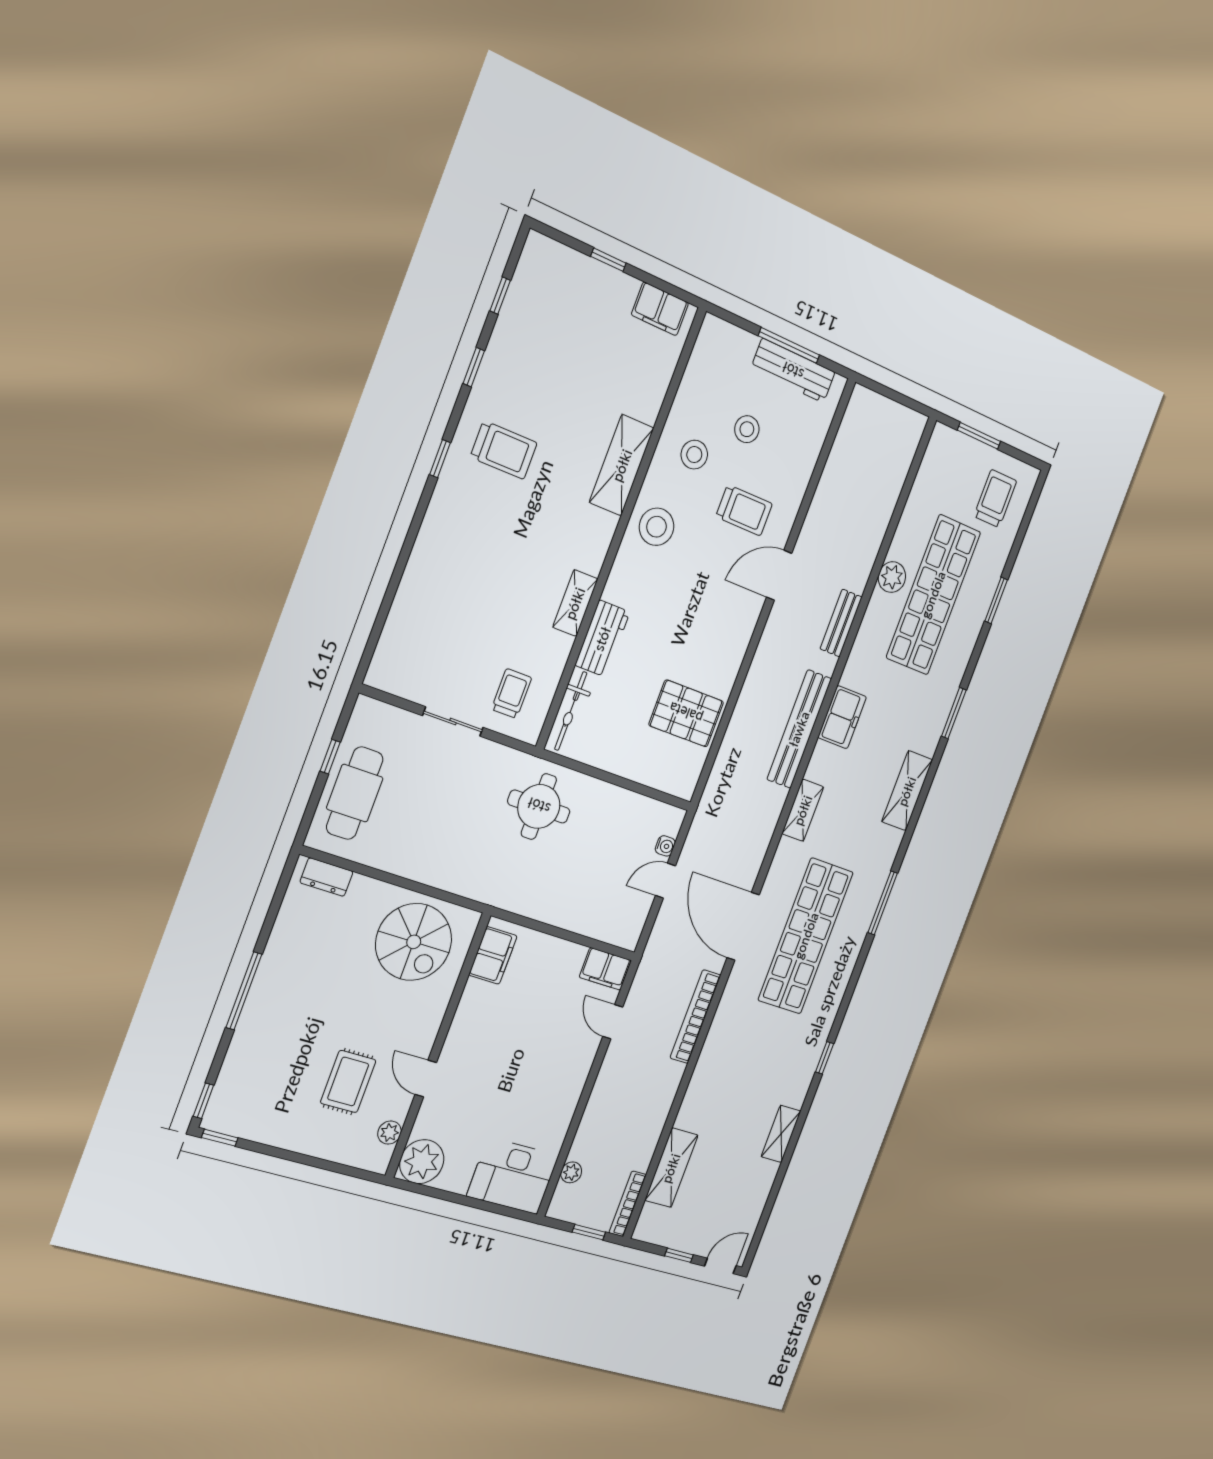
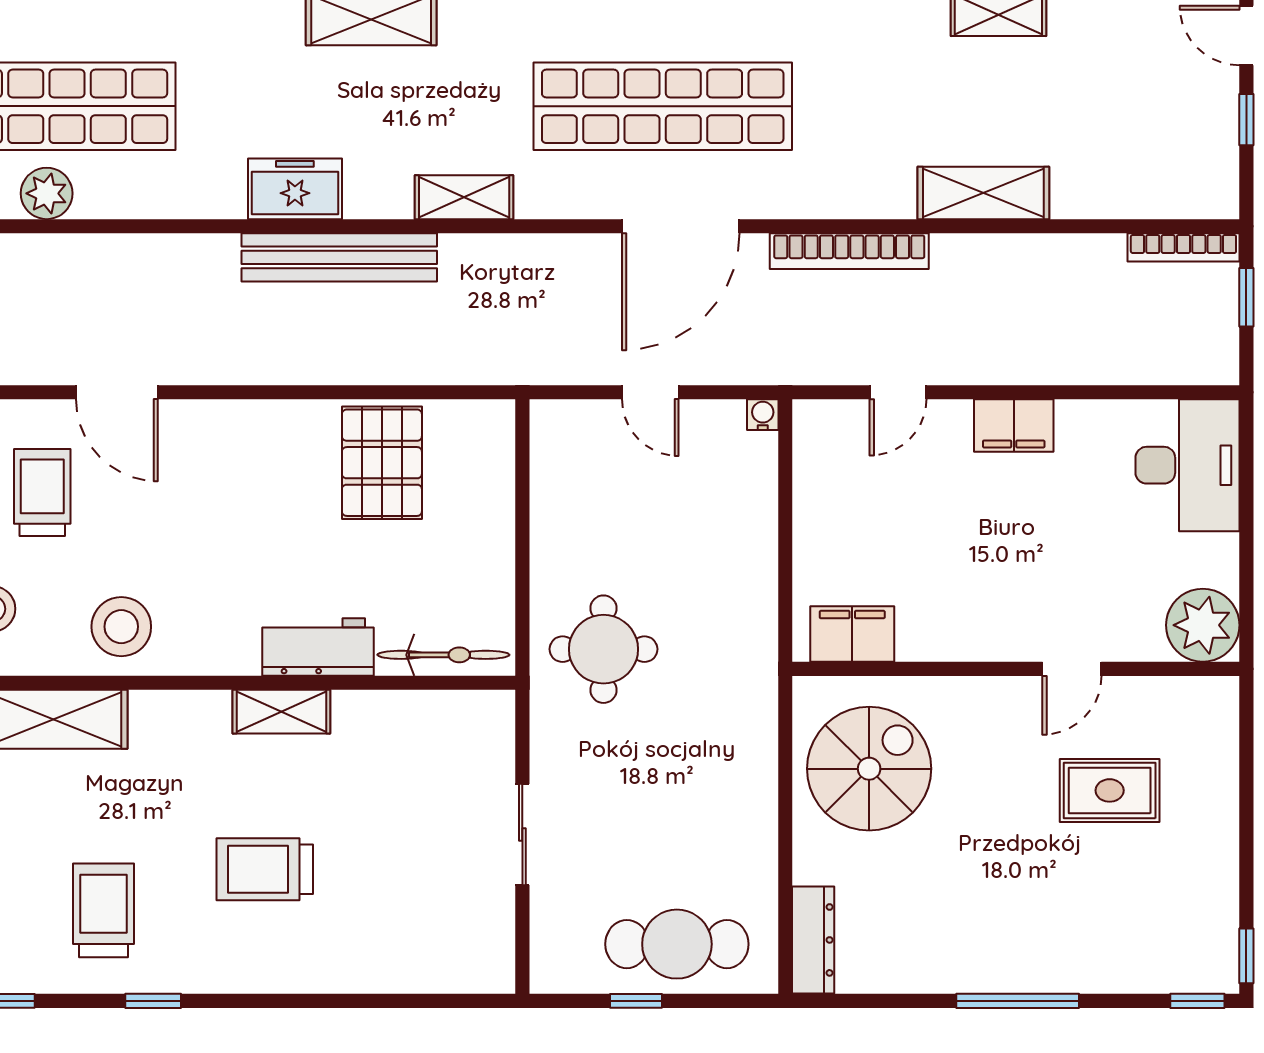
bench: (841, 623) -> (150, 253), removed
trolley: (511, 693) -> (265, 869), moved, width x1.36, depth x1.39
water cooler: (665, 846) -> (763, 415), moved
dresser: (326, 877) -> (813, 940), width x1.44
filing cabinet: (605, 969) -> (1014, 425), moved, turned 90
plant: (390, 1133) -> (1171, 695), removed
shelving: (671, 1168) -> (983, 193), moved
plant: (571, 1172) -> (1157, 367), removed

